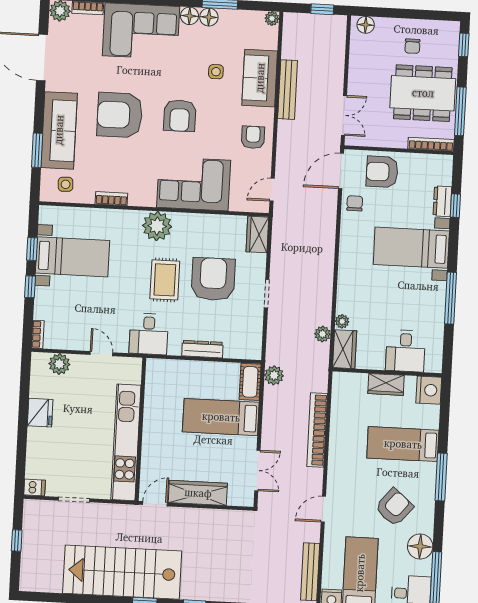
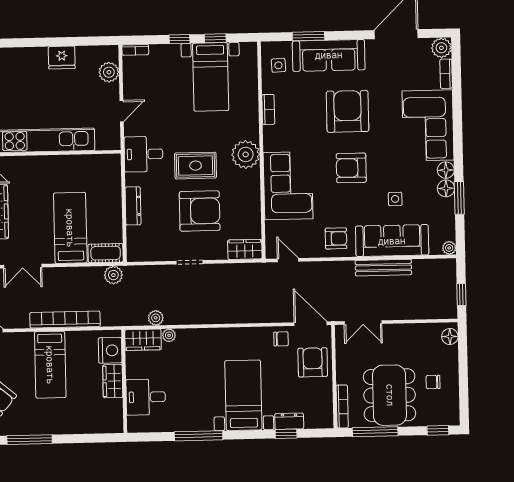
sofa: (260, 78) -> (392, 241), width x1.36
nightstand: (429, 390) -> (110, 350), moved, turned -90
bed: (403, 444) -> (50, 365), moved, turned 180

